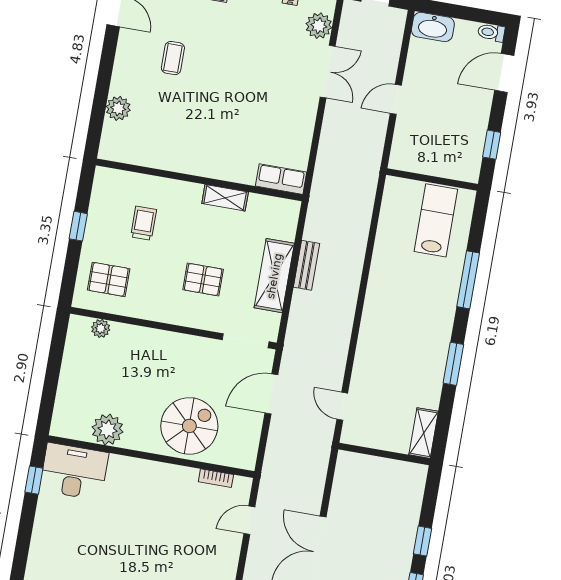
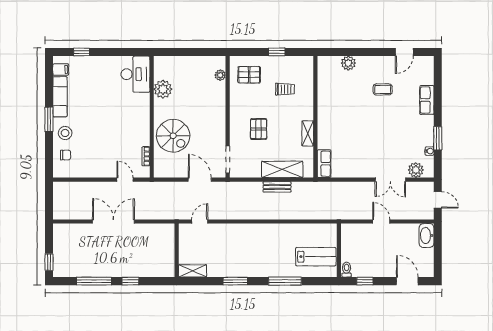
toilet: (491, 32) -> (347, 270), moved
shelving: (274, 276) -> (282, 169), moved
pallet: (109, 279) -> (249, 75), turned 90
window: (34, 480) -> (82, 52), moved

